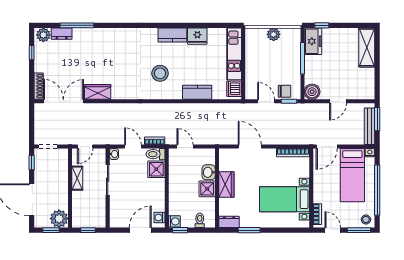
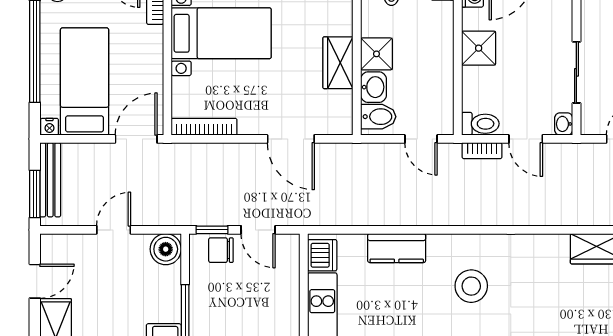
door: (377, 76) -> (35, 281), added
bidet: (206, 158) -> (378, 117), added
shower: (156, 169) -> (479, 48), moved

